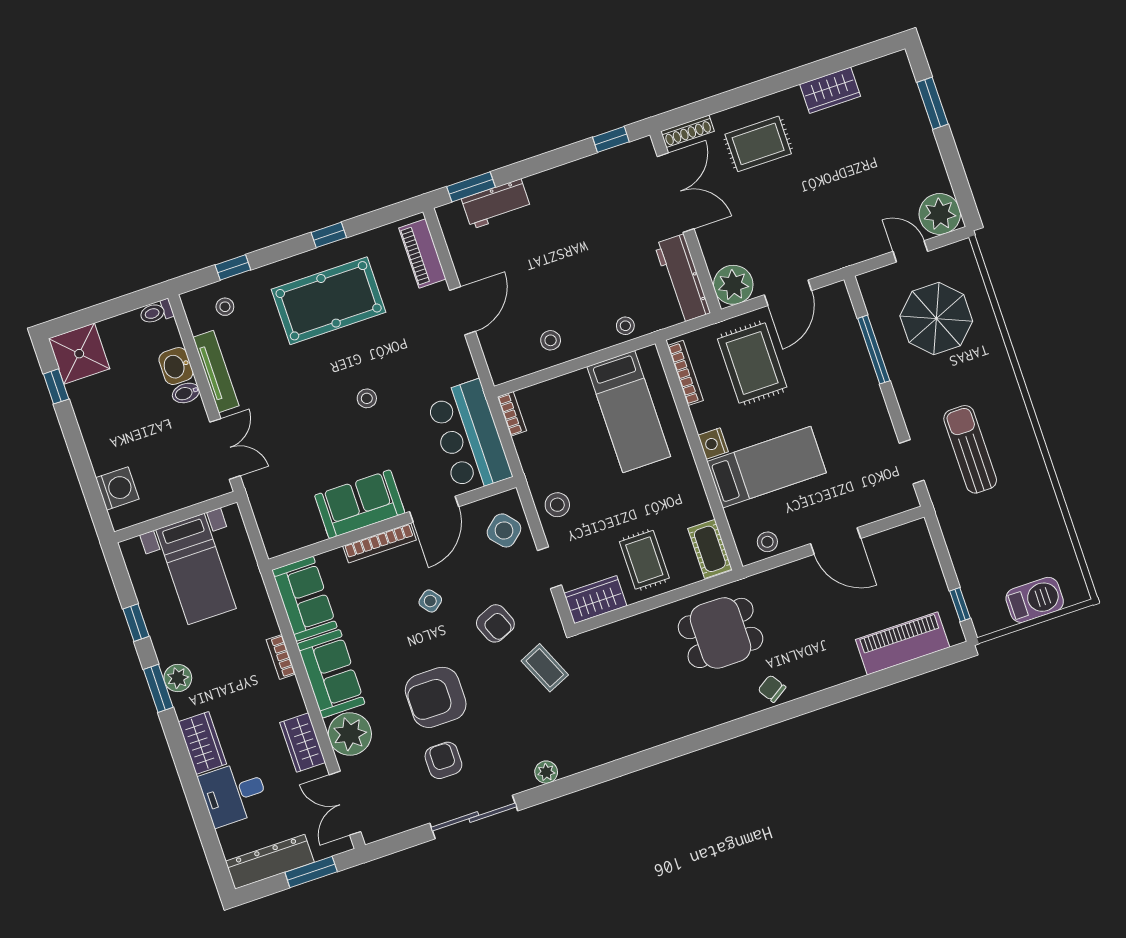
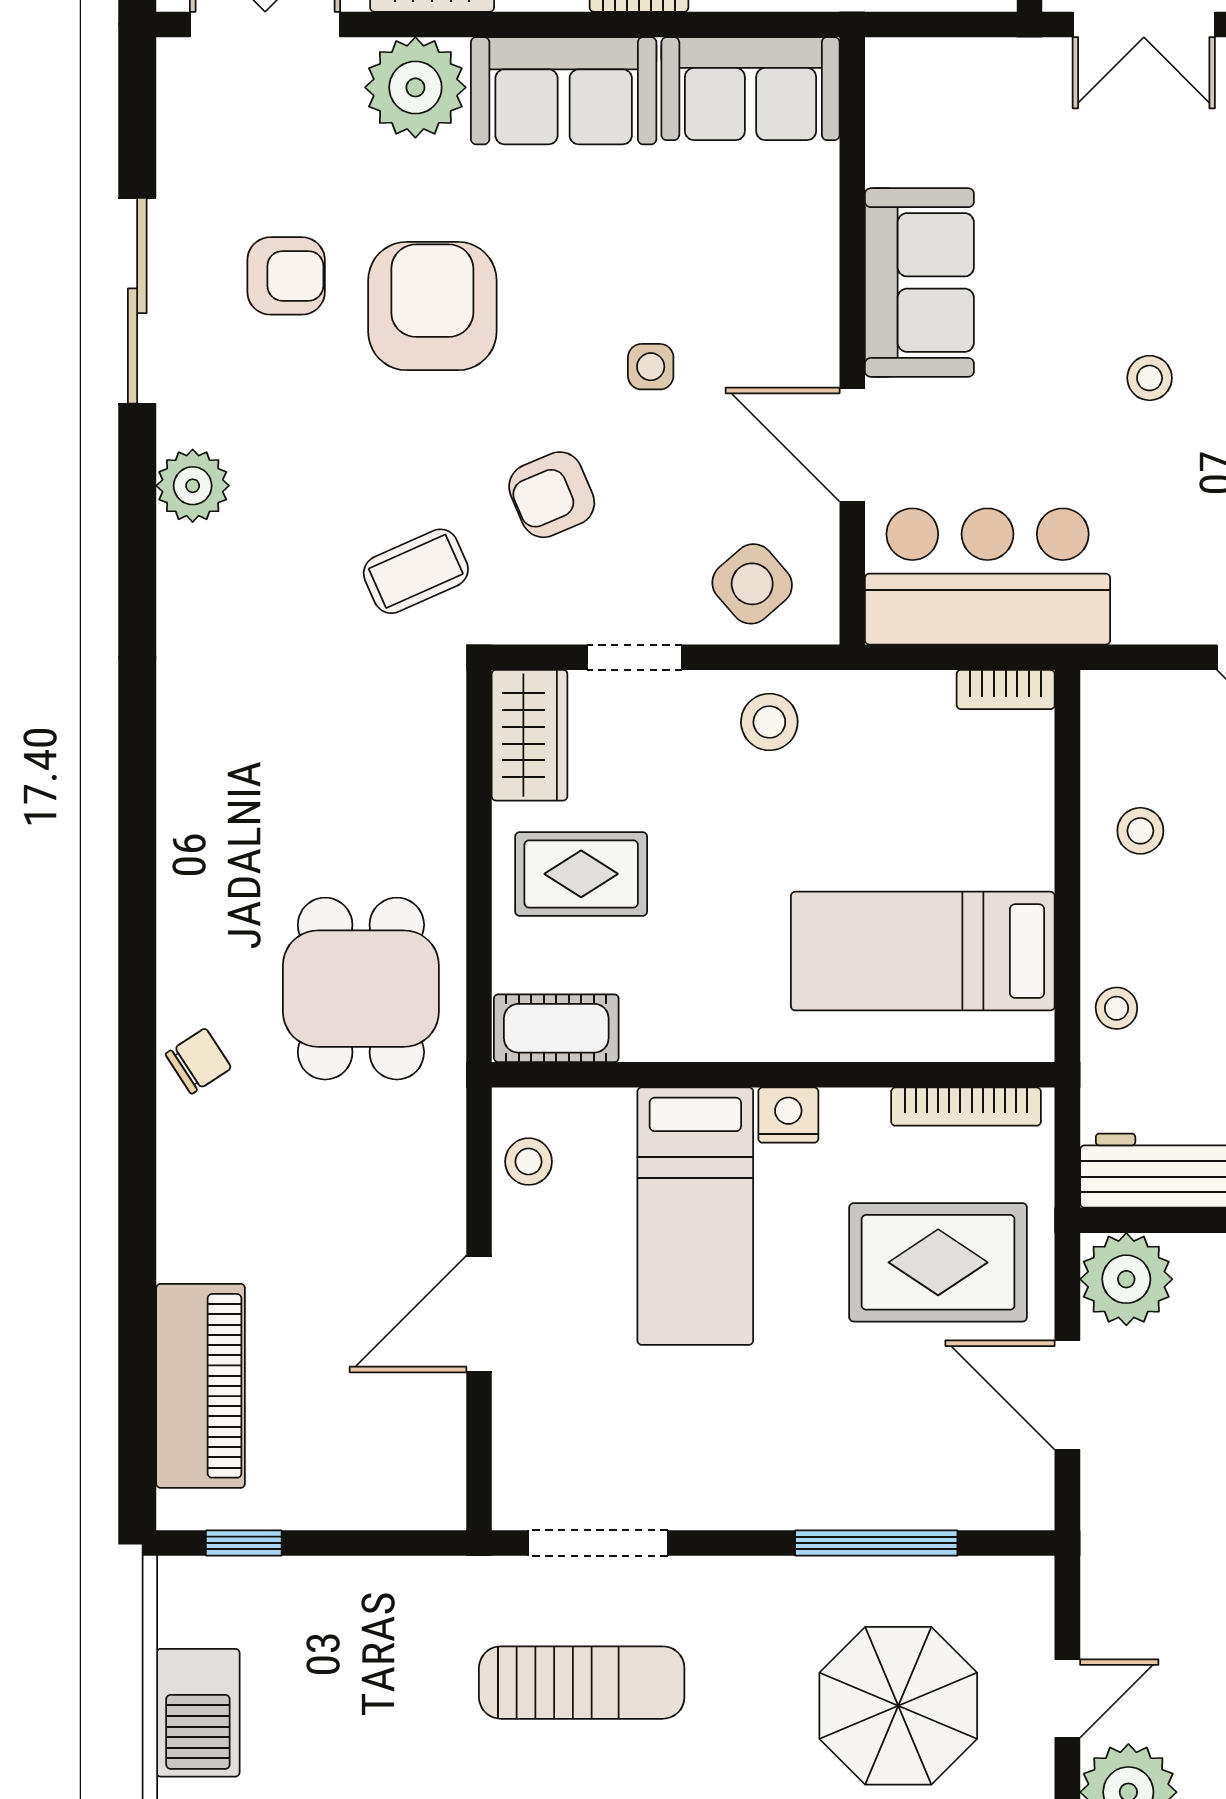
doorway: (912, 462) -> (598, 1543), width x1.38
bookcase: (380, 543) -> (818, 298), removed
side table: (430, 601) -> (651, 367), turned 38
plant: (546, 772) -> (193, 486), width x1.38, depth x1.38

